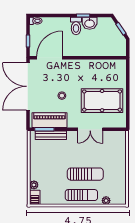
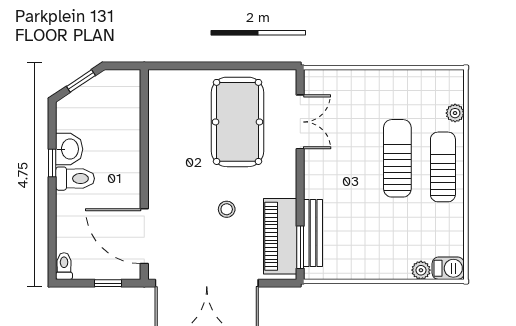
double door: (90, 129) -> (300, 122), moved

